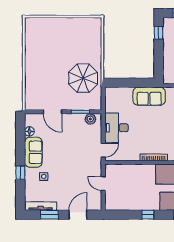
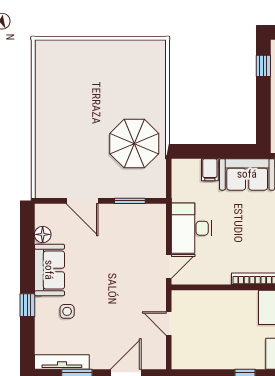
filing cabinet: (127, 93) -> (210, 170), added
plant: (90, 119) -> (147, 213), removed

